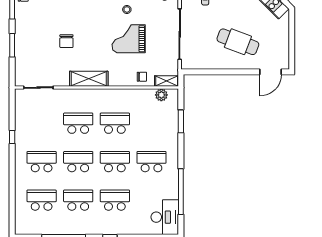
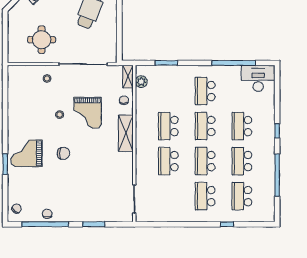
chair: (66, 41) -> (63, 153), moved
shelving: (89, 79) -> (126, 133), moved
window: (12, 137) -> (227, 224), moved

